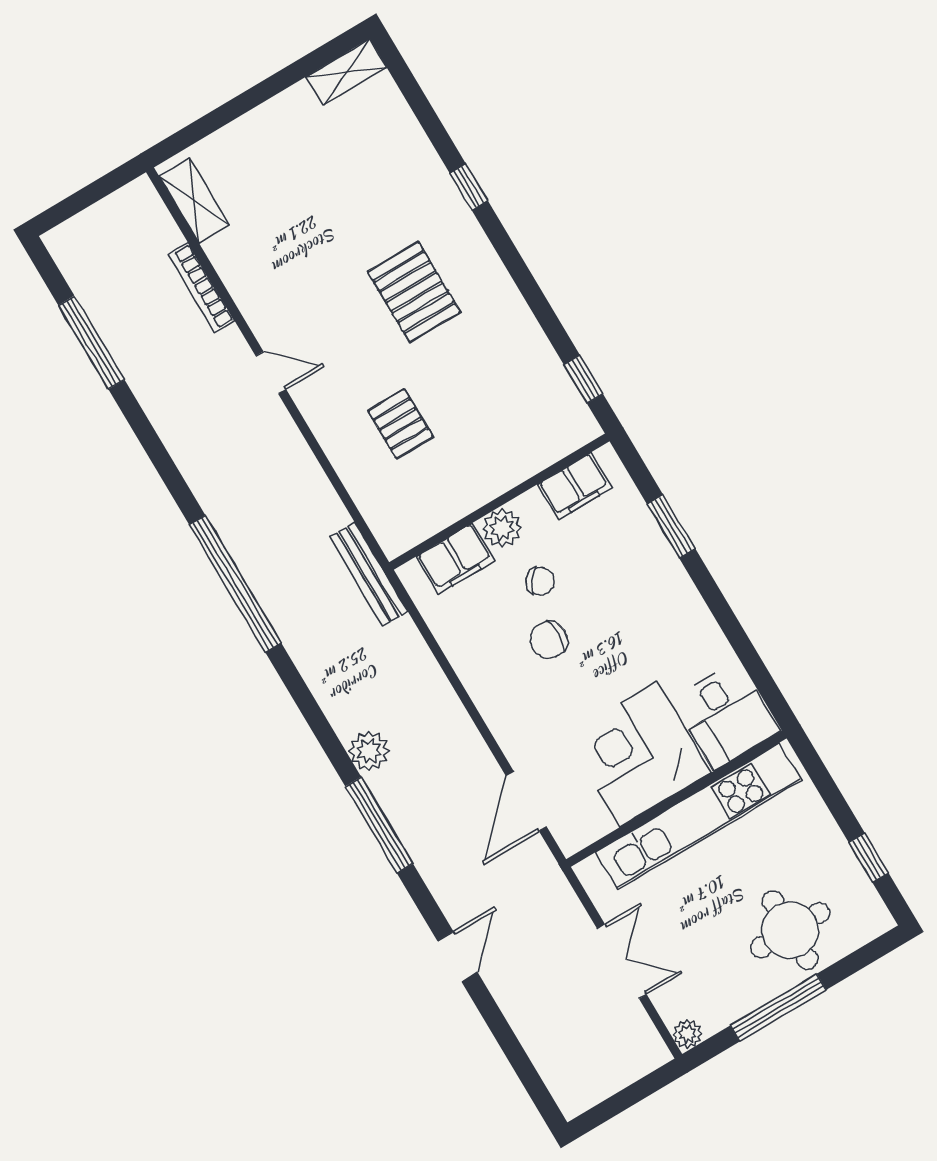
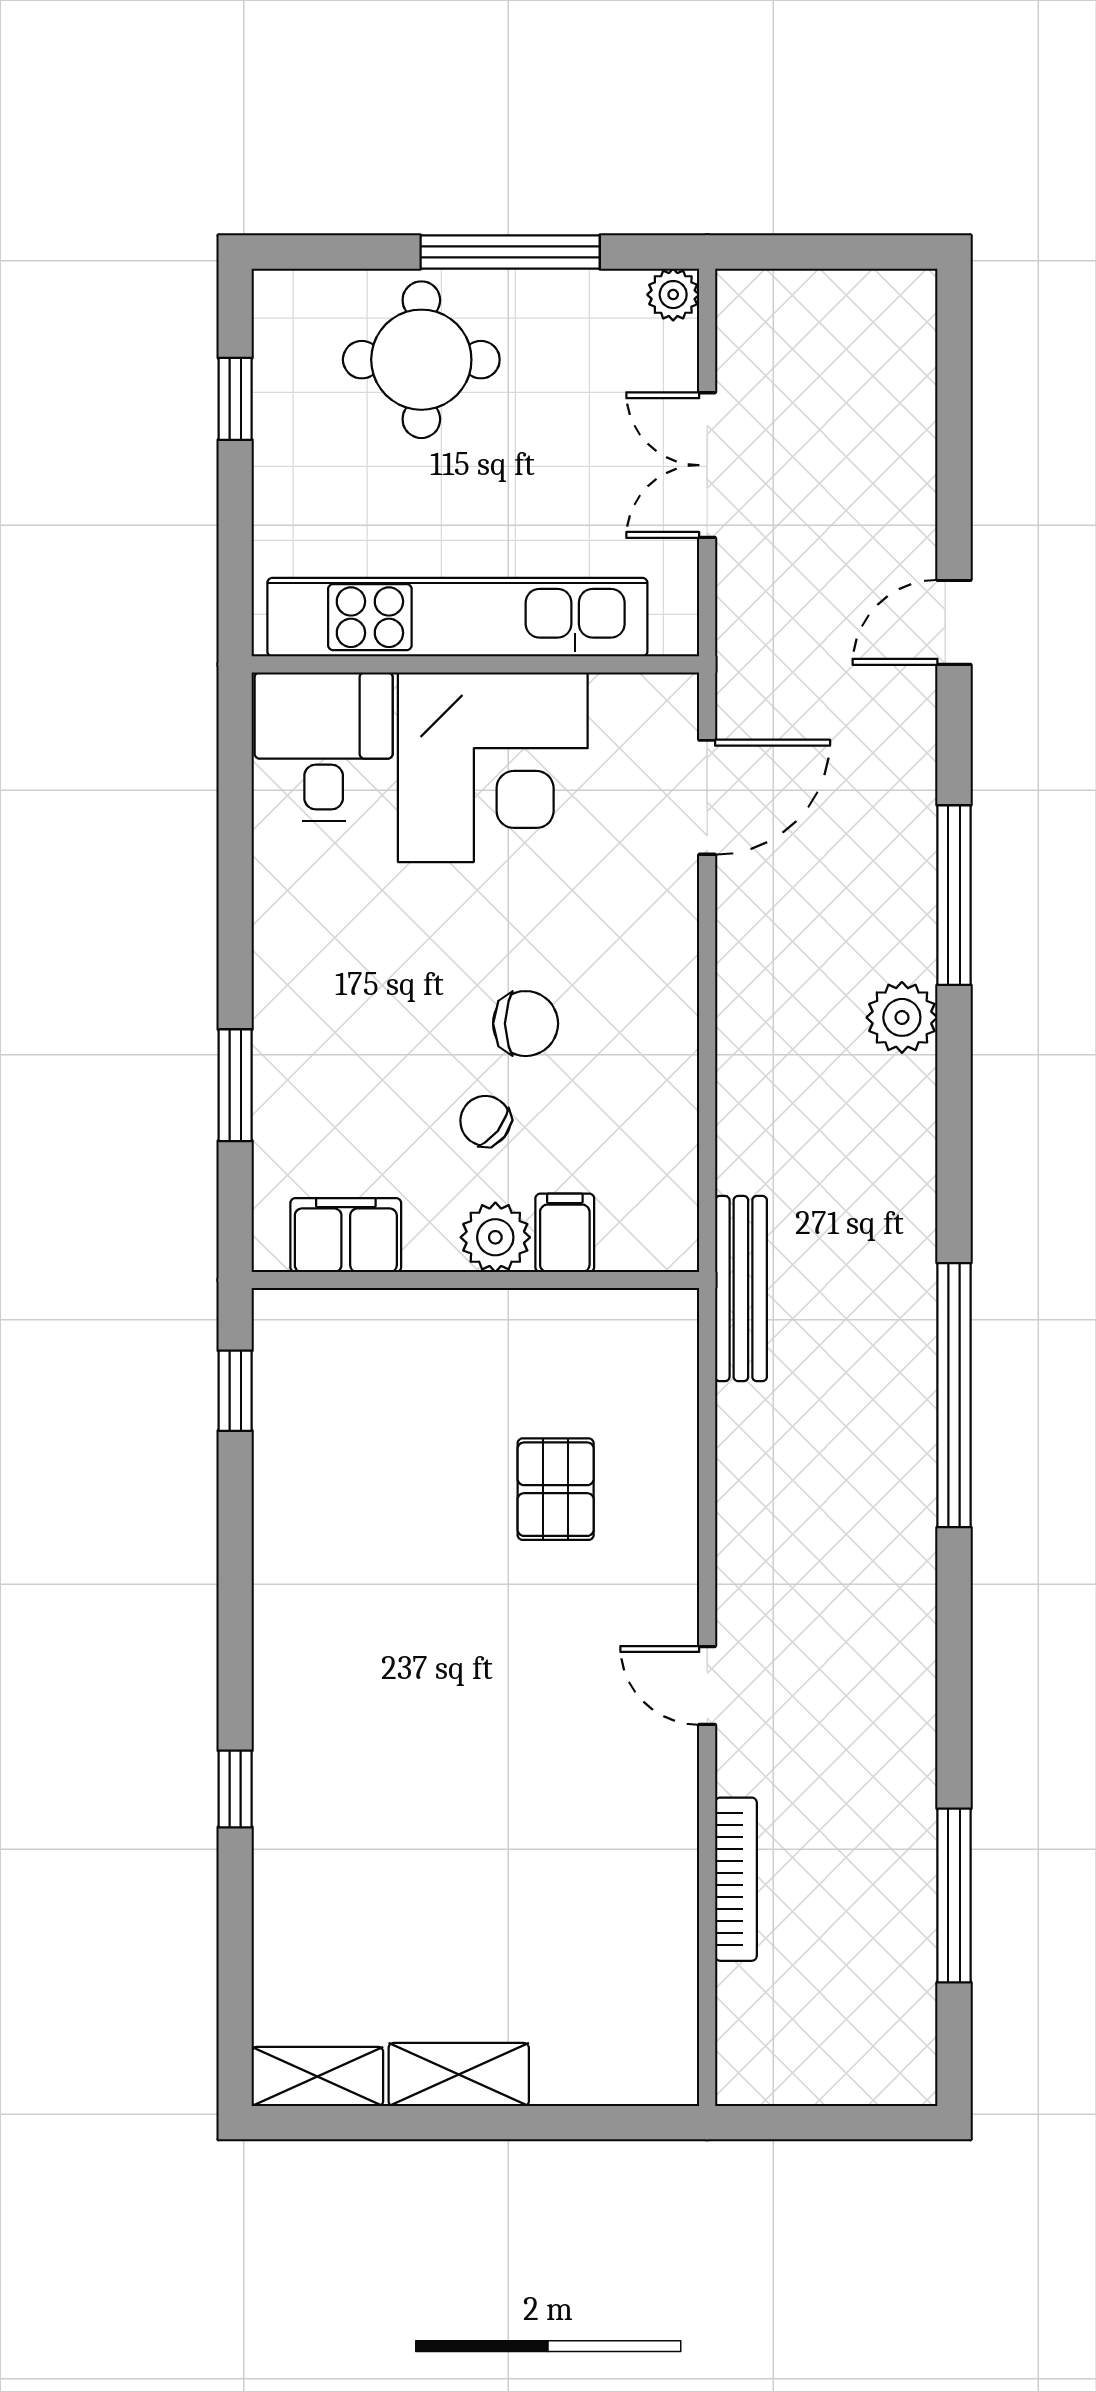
shelving: (194, 200) -> (459, 2075), moved, turned 90
pallet: (414, 292) -> (415, 1679), removed
filing cabinet: (456, 559) -> (565, 1233), width x0.50

